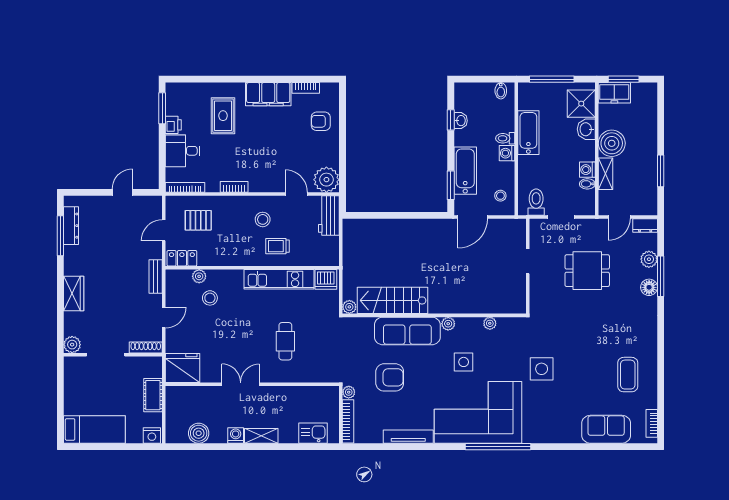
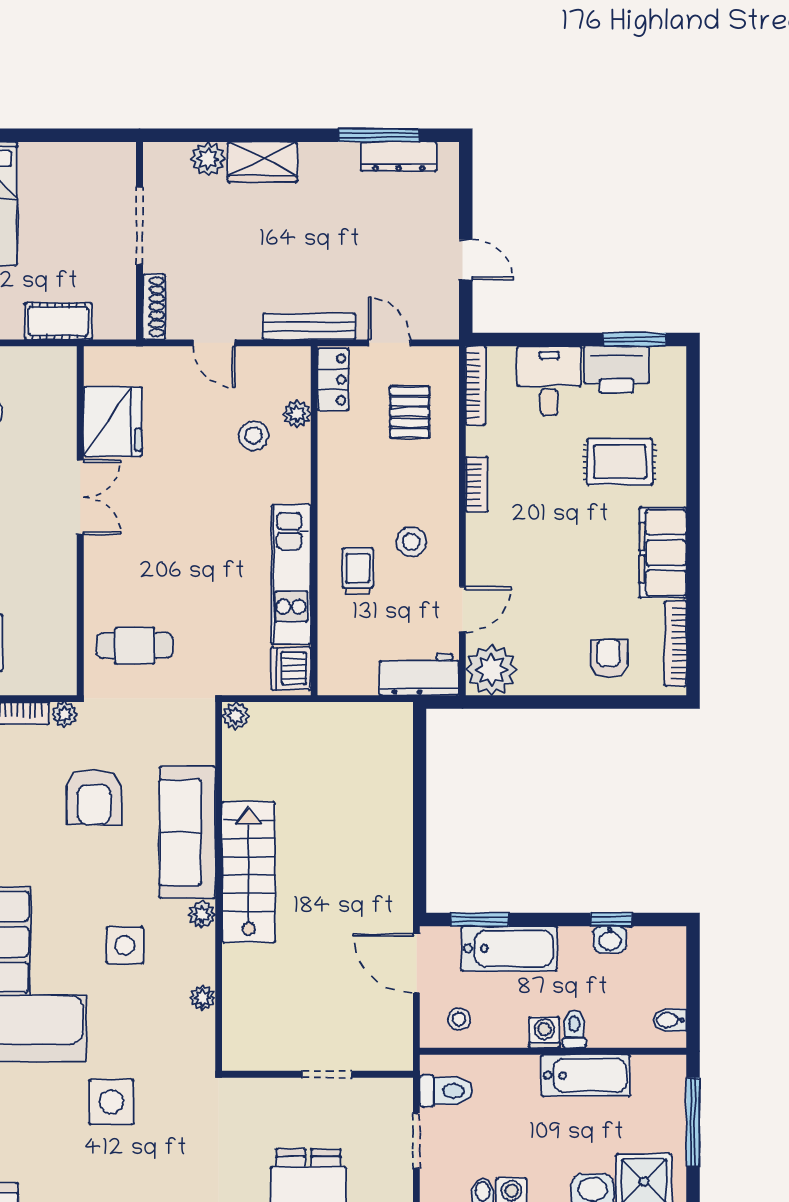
bookcase: (306, 88) -> (676, 644), width x1.56
printer: (173, 125) -> (616, 369), width x1.87, depth x1.48
bench: (156, 276) -> (309, 327), width x1.36
stairs: (393, 300) -> (249, 872), moved
cafe table: (285, 341) -> (135, 646), moved
plant: (72, 345) -> (208, 159), moved
fridge: (183, 368) -> (113, 422), moved

